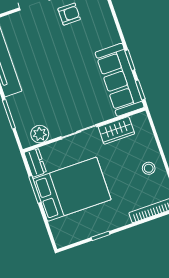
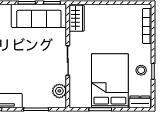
wardrobe: (116, 130) -> (77, 18), moved
dresser: (35, 162) -> (140, 102), moved
stool: (149, 168) -> (141, 70), moved

